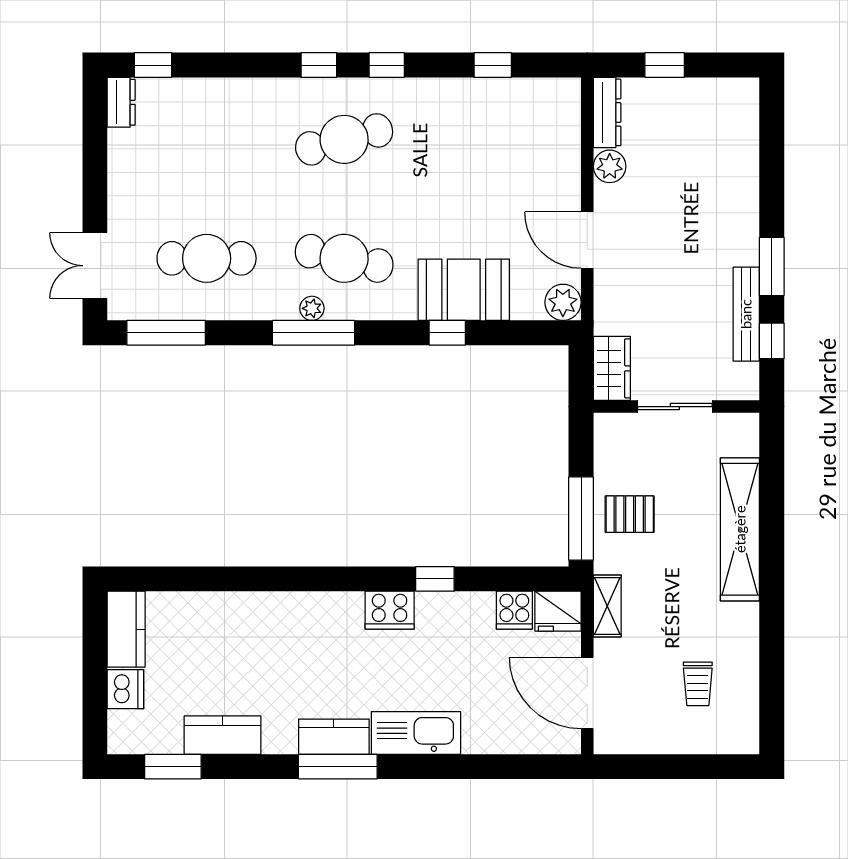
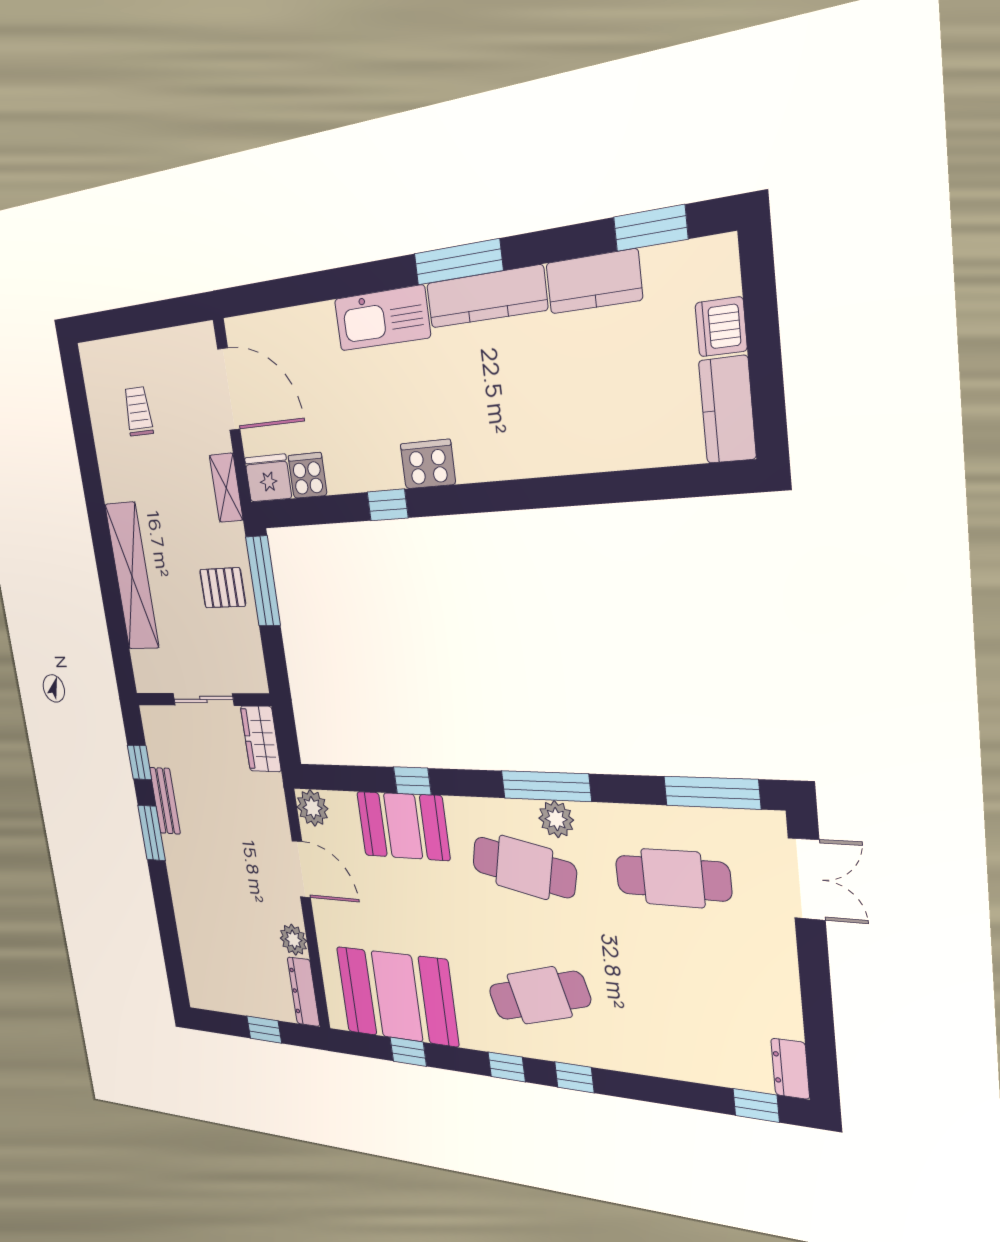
booth: (497, 121) -> (397, 996), added
plant: (312, 308) -> (556, 819), width x1.38, depth x1.38
bench: (746, 314) -> (165, 801), width x0.73
kitchen counter: (334, 737) -> (486, 297), width x1.50

